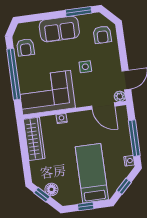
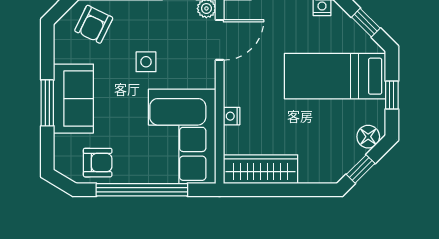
window: (79, 12) -> (47, 103), moved
armchair: (102, 35) -> (94, 24), turned 116
floor lamp: (51, 189) -> (368, 137), moved

